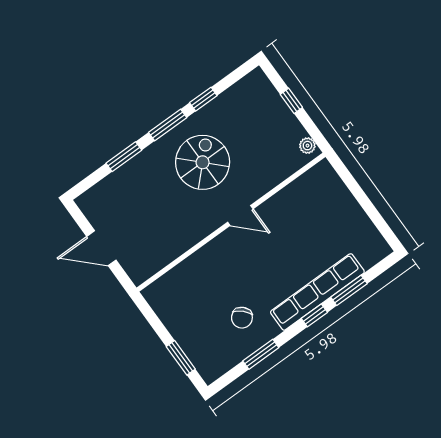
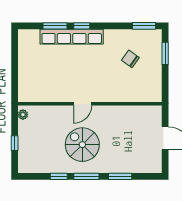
spiral stairs: (203, 162) -> (82, 145), turned 90
door: (240, 215) -> (83, 104), swing flipped
chair: (242, 318) -> (130, 59), moved, turned -98
window: (261, 354) -> (144, 26), moved

